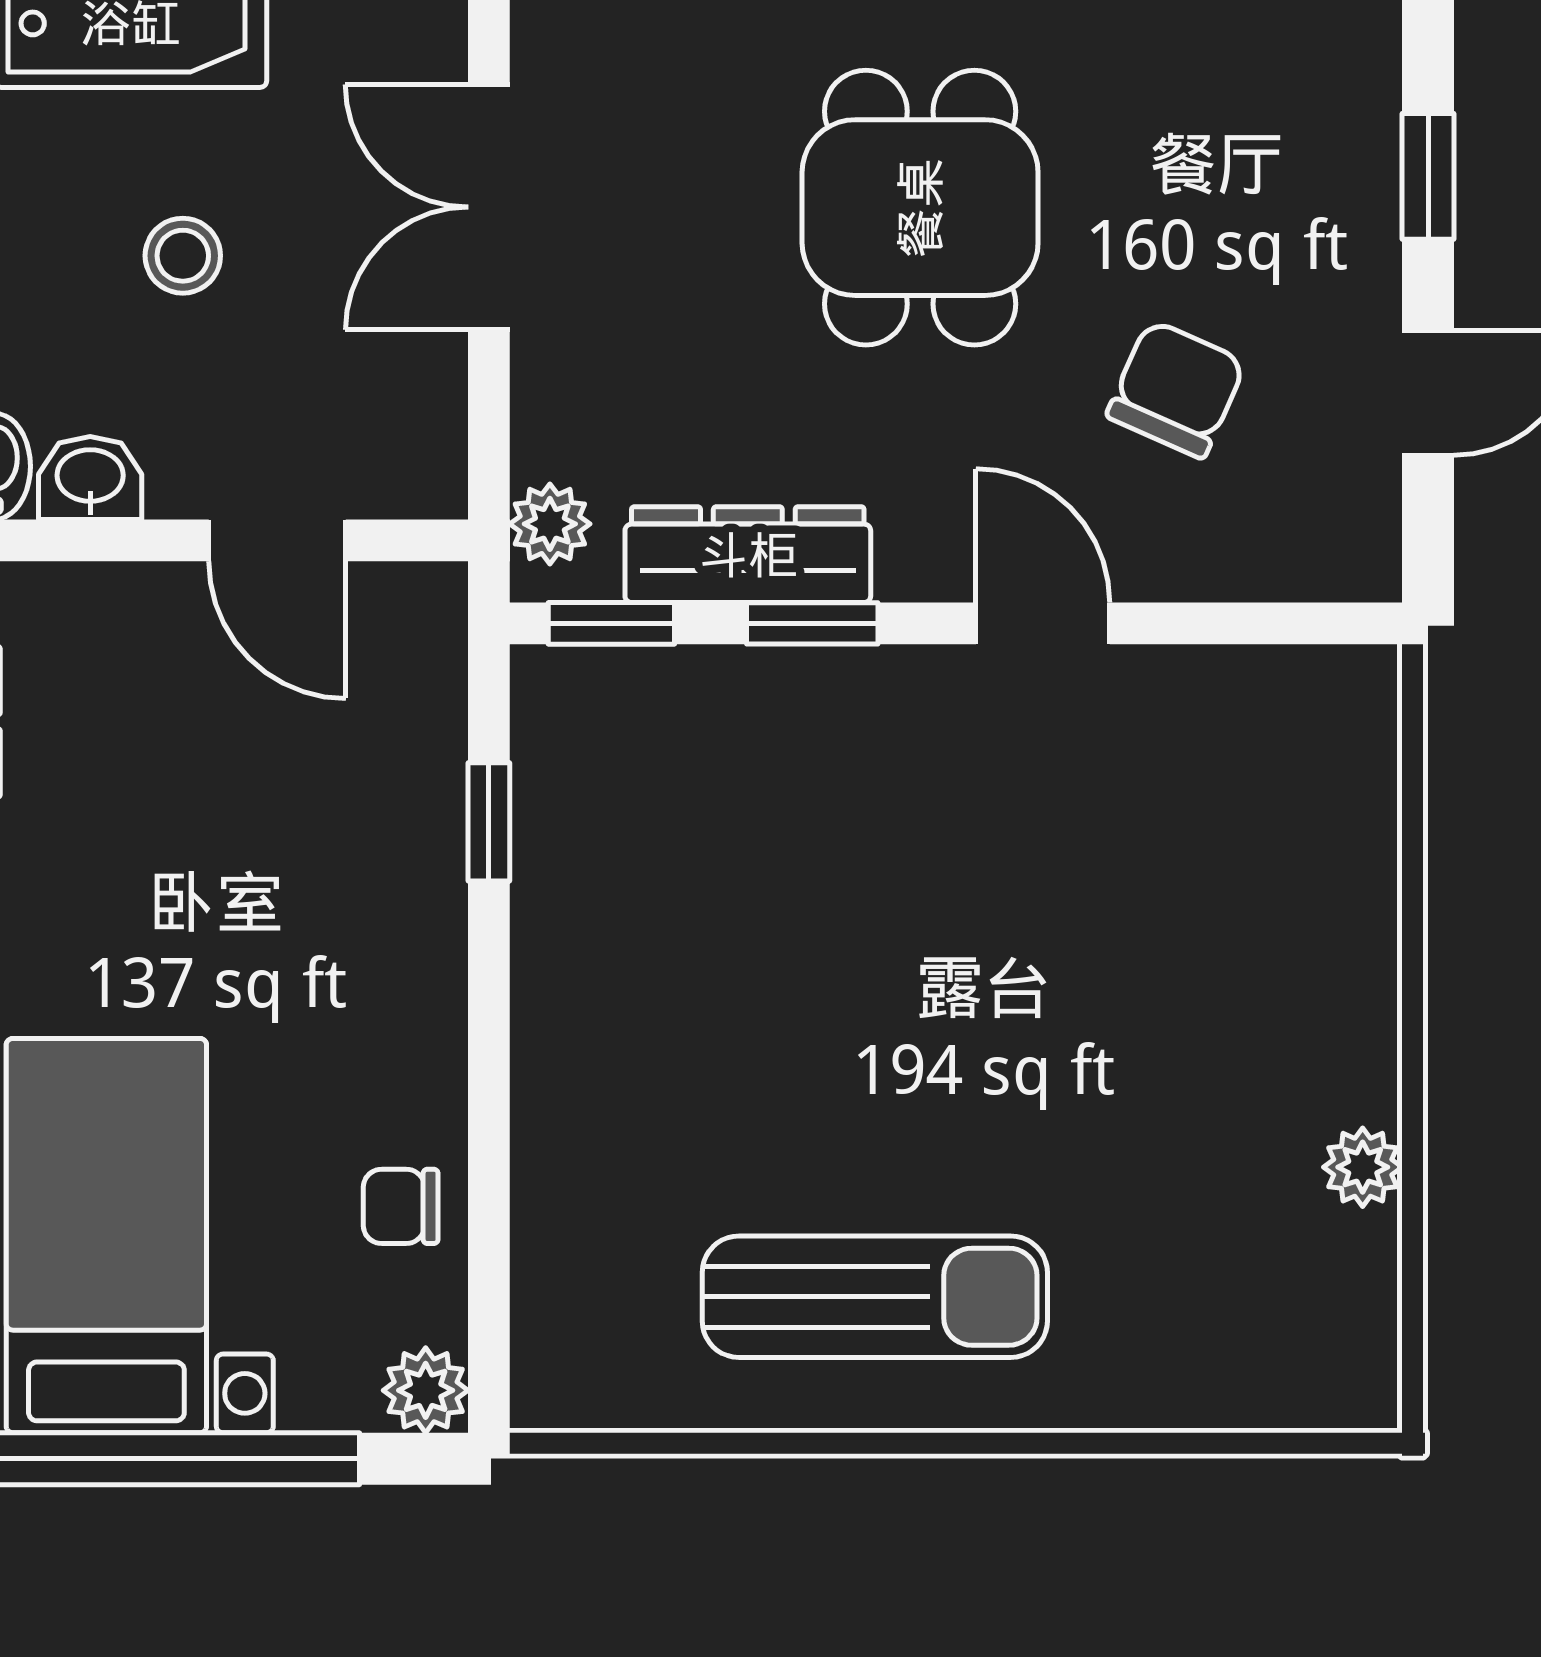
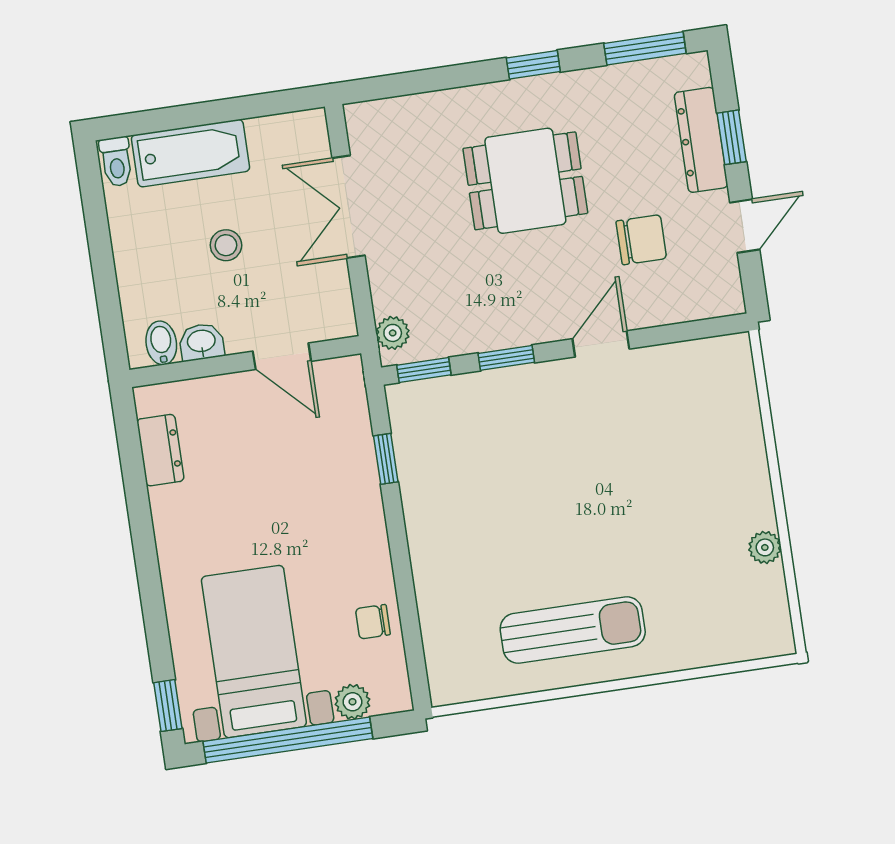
dining table: (920, 208) -> (525, 181), turned 90
chair: (1176, 389) -> (641, 240), turned 66
dresser: (748, 555) -> (701, 140), moved, turned -90
door: (1043, 623) -> (601, 344), hinge flipped
plant: (426, 1390) -> (352, 702), moved

